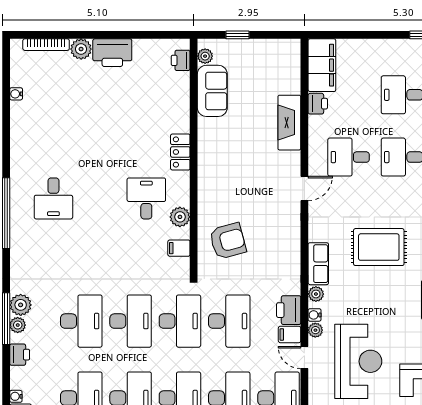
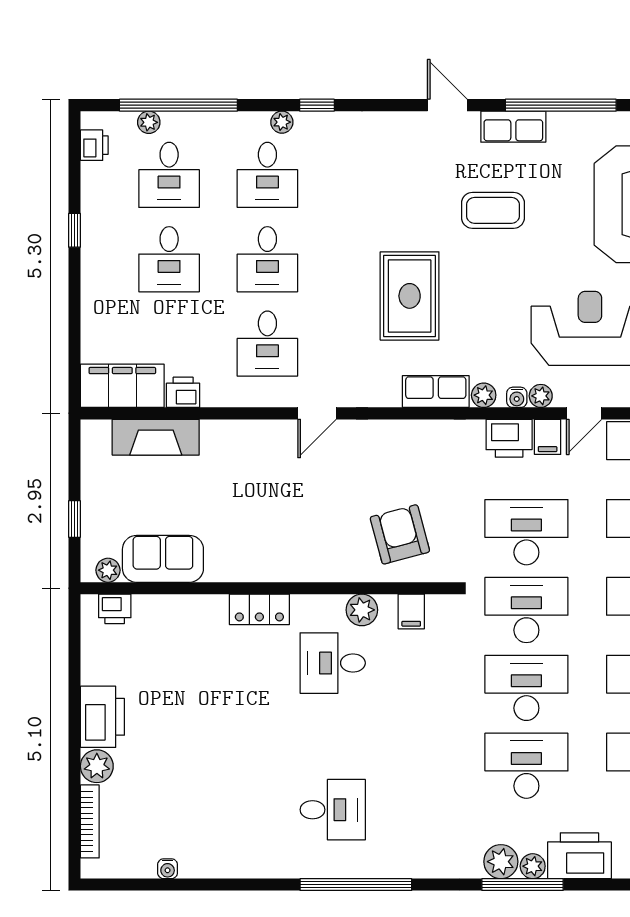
fireplace: (289, 123) -> (156, 437), moved
door: (304, 188) -> (317, 413), swing flipped
printer: (20, 355) -> (579, 856), width x1.87, depth x1.48

